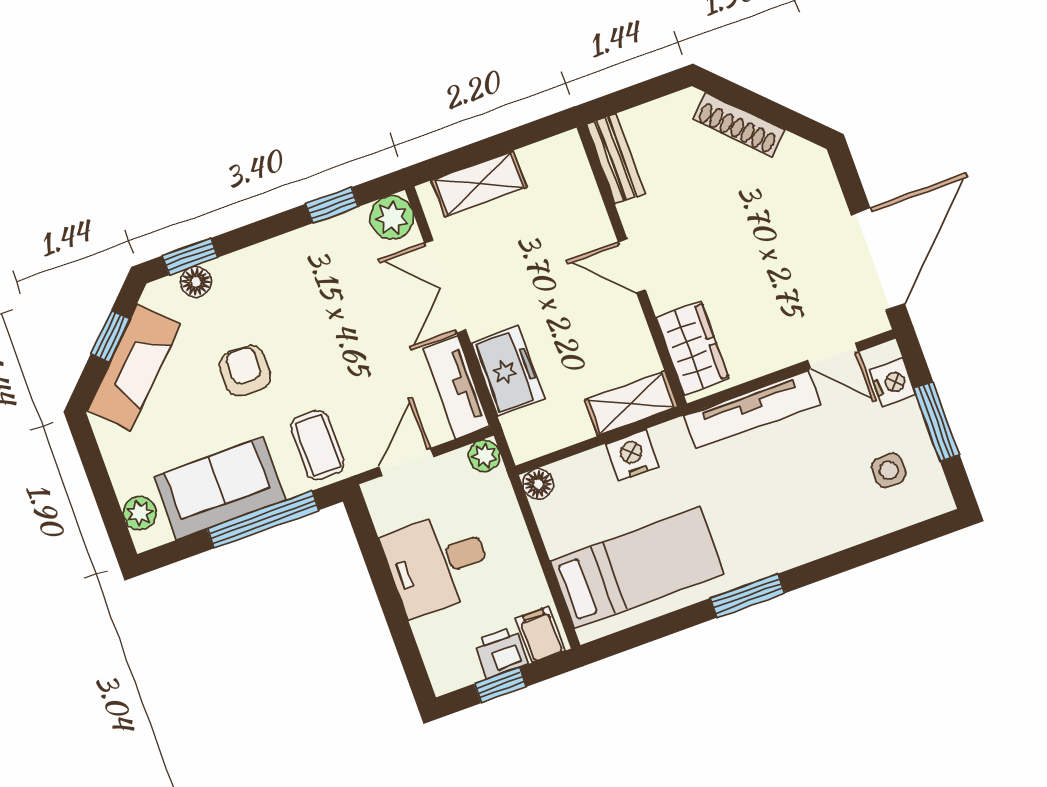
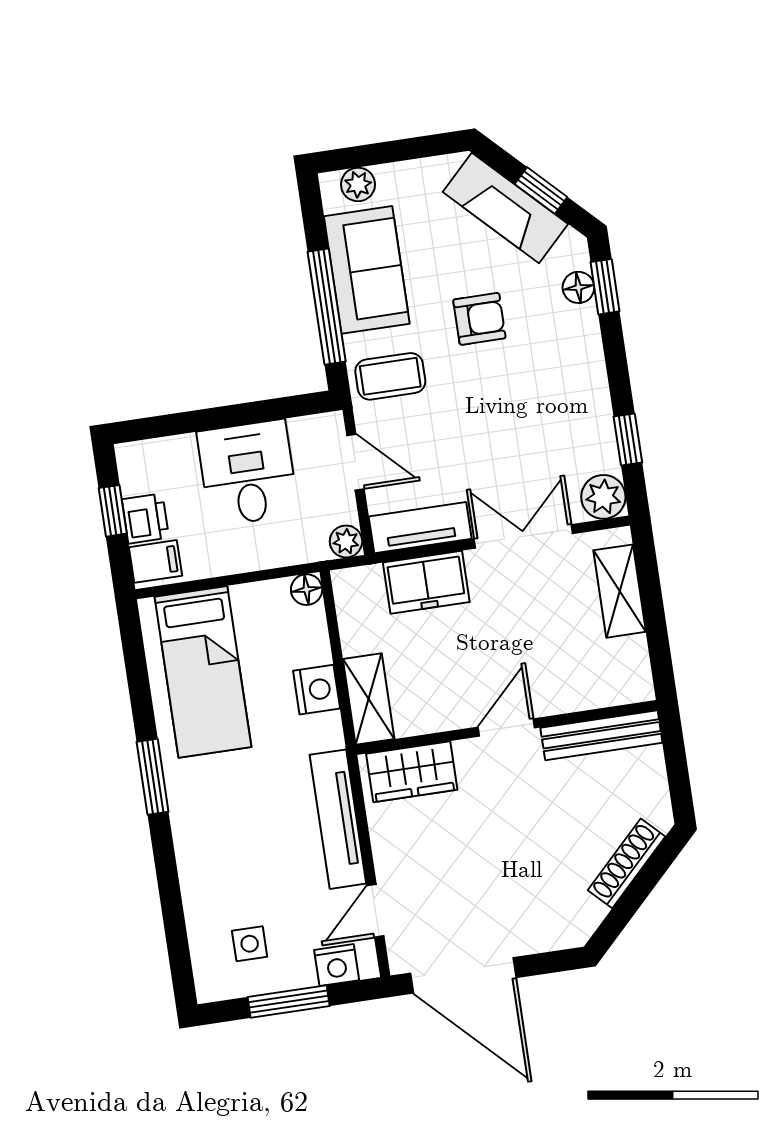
bench: (616, 159) -> (601, 735), width x1.36

